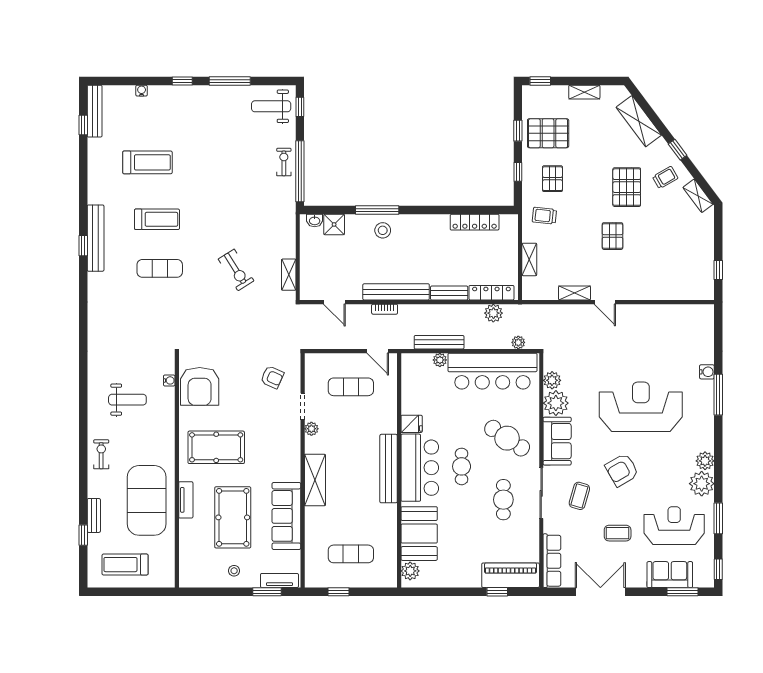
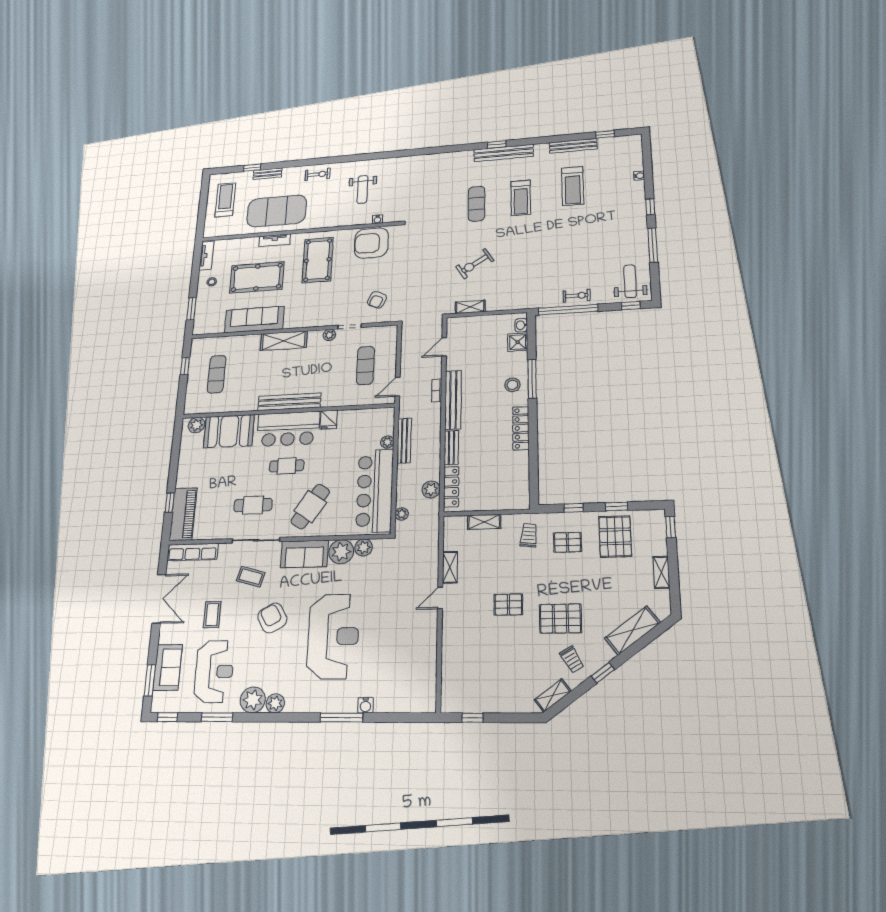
bench: (95, 111) -> (573, 146), moved
locker: (475, 222) -> (521, 428), moved
tv unit: (279, 581) -> (207, 256), moved

